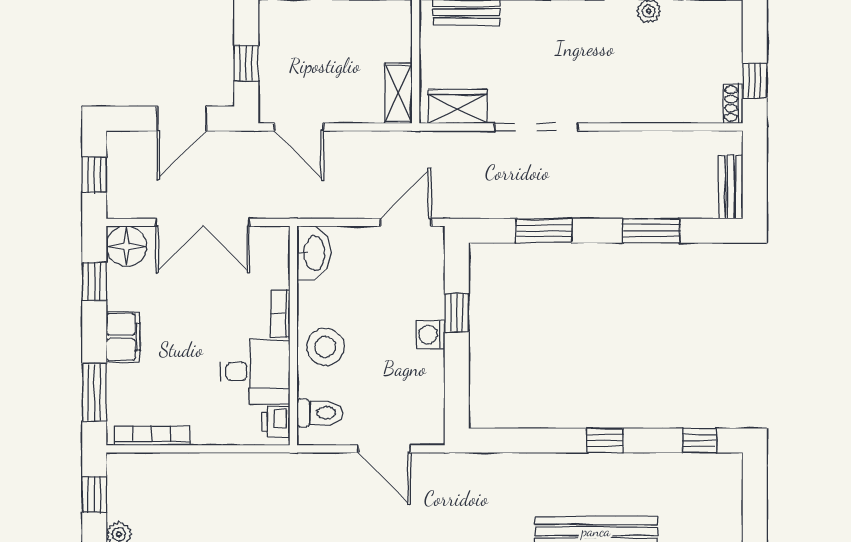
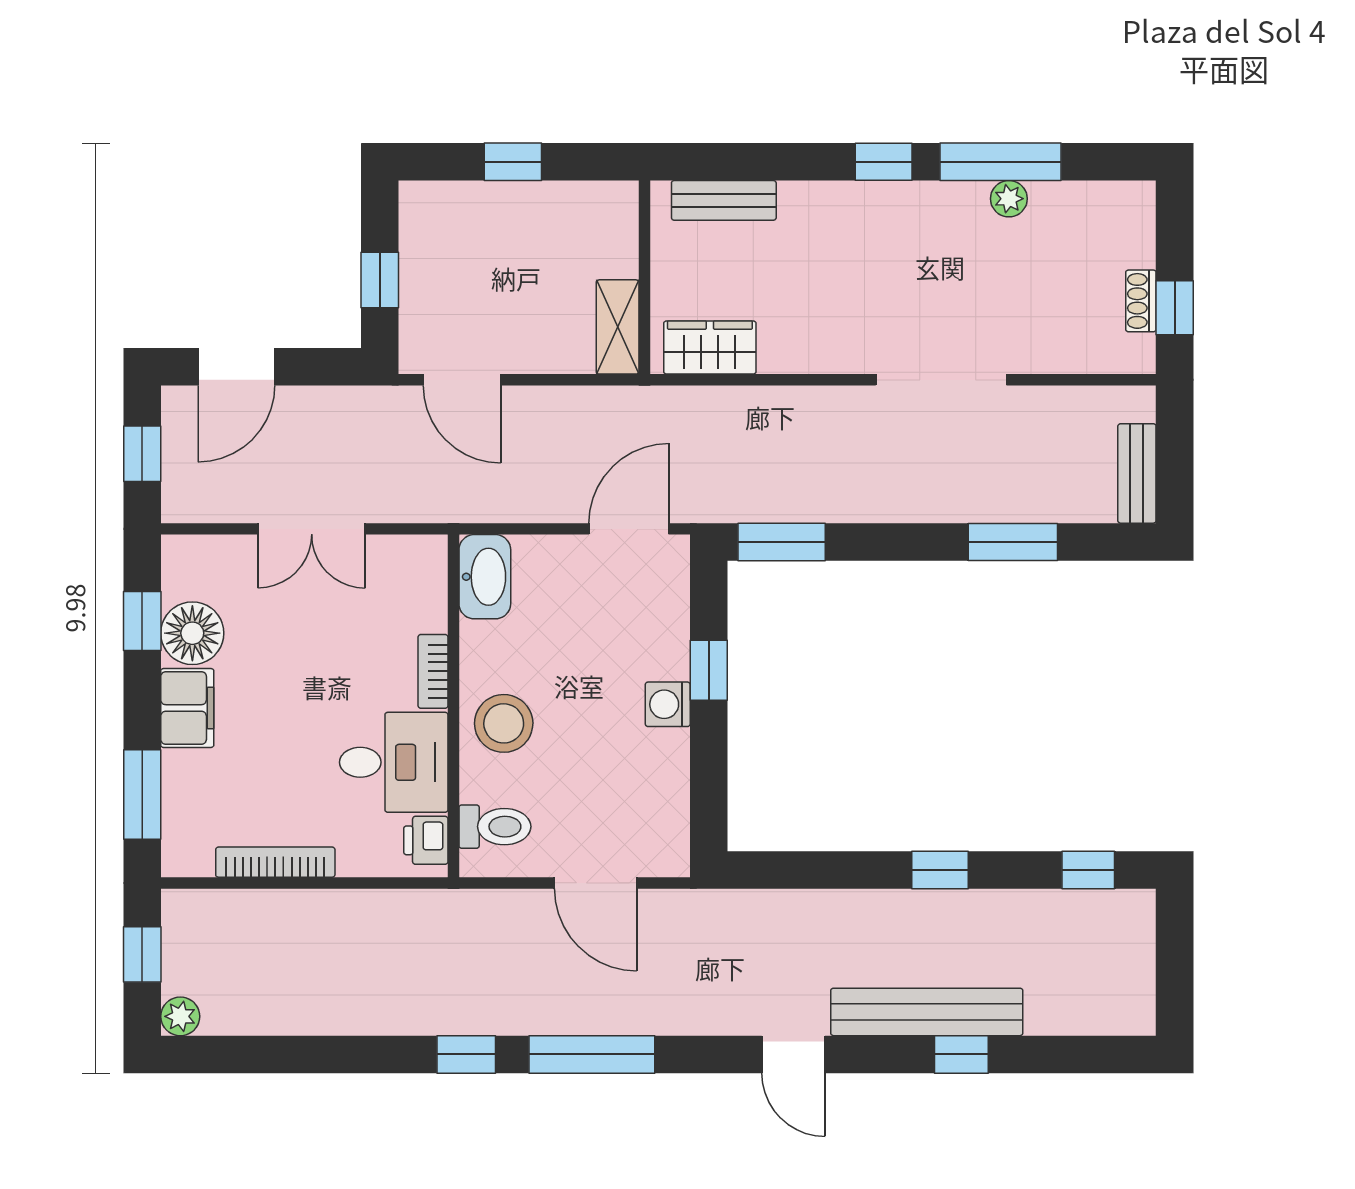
shoe rack: (733, 104) -> (1141, 301), moved
door: (182, 119) -> (236, 367), moved
doorway: (536, 127) -> (941, 380), moved
double door: (203, 222) -> (312, 529), width x0.73
window: (544, 231) -> (782, 542), moved
floor lamp: (126, 246) -> (192, 633), moved
bookcase: (152, 436) -> (275, 862), moved

